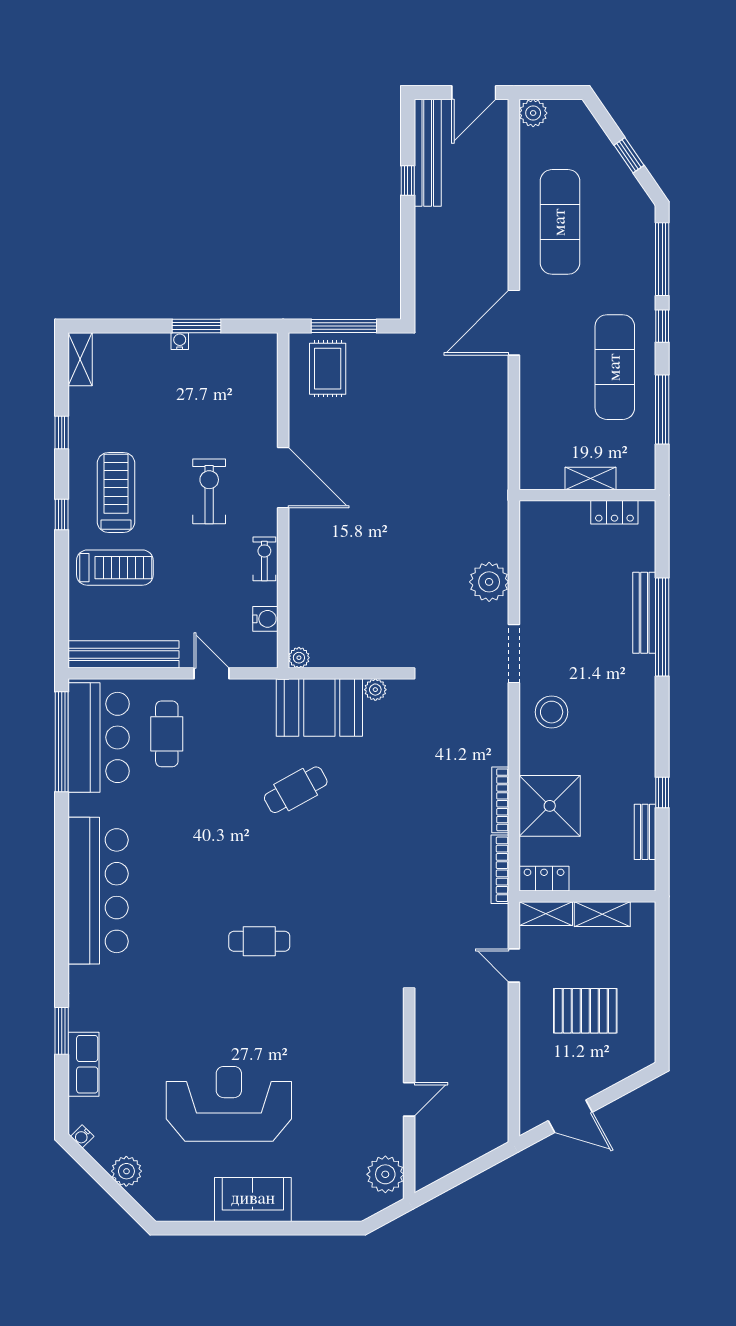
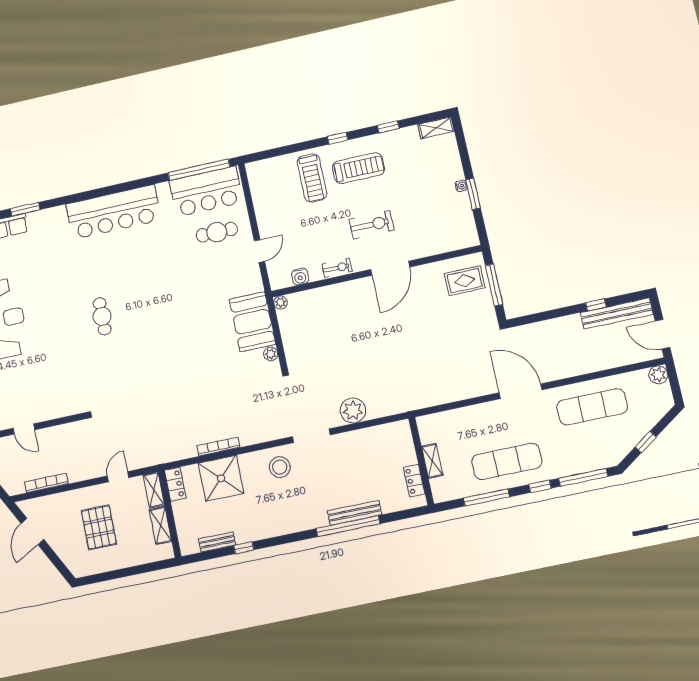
bench: (123, 654) -> (260, 195), removed
cafe table: (296, 790) -> (199, 318), removed
bookcase: (500, 869) -> (46, 483), moved

